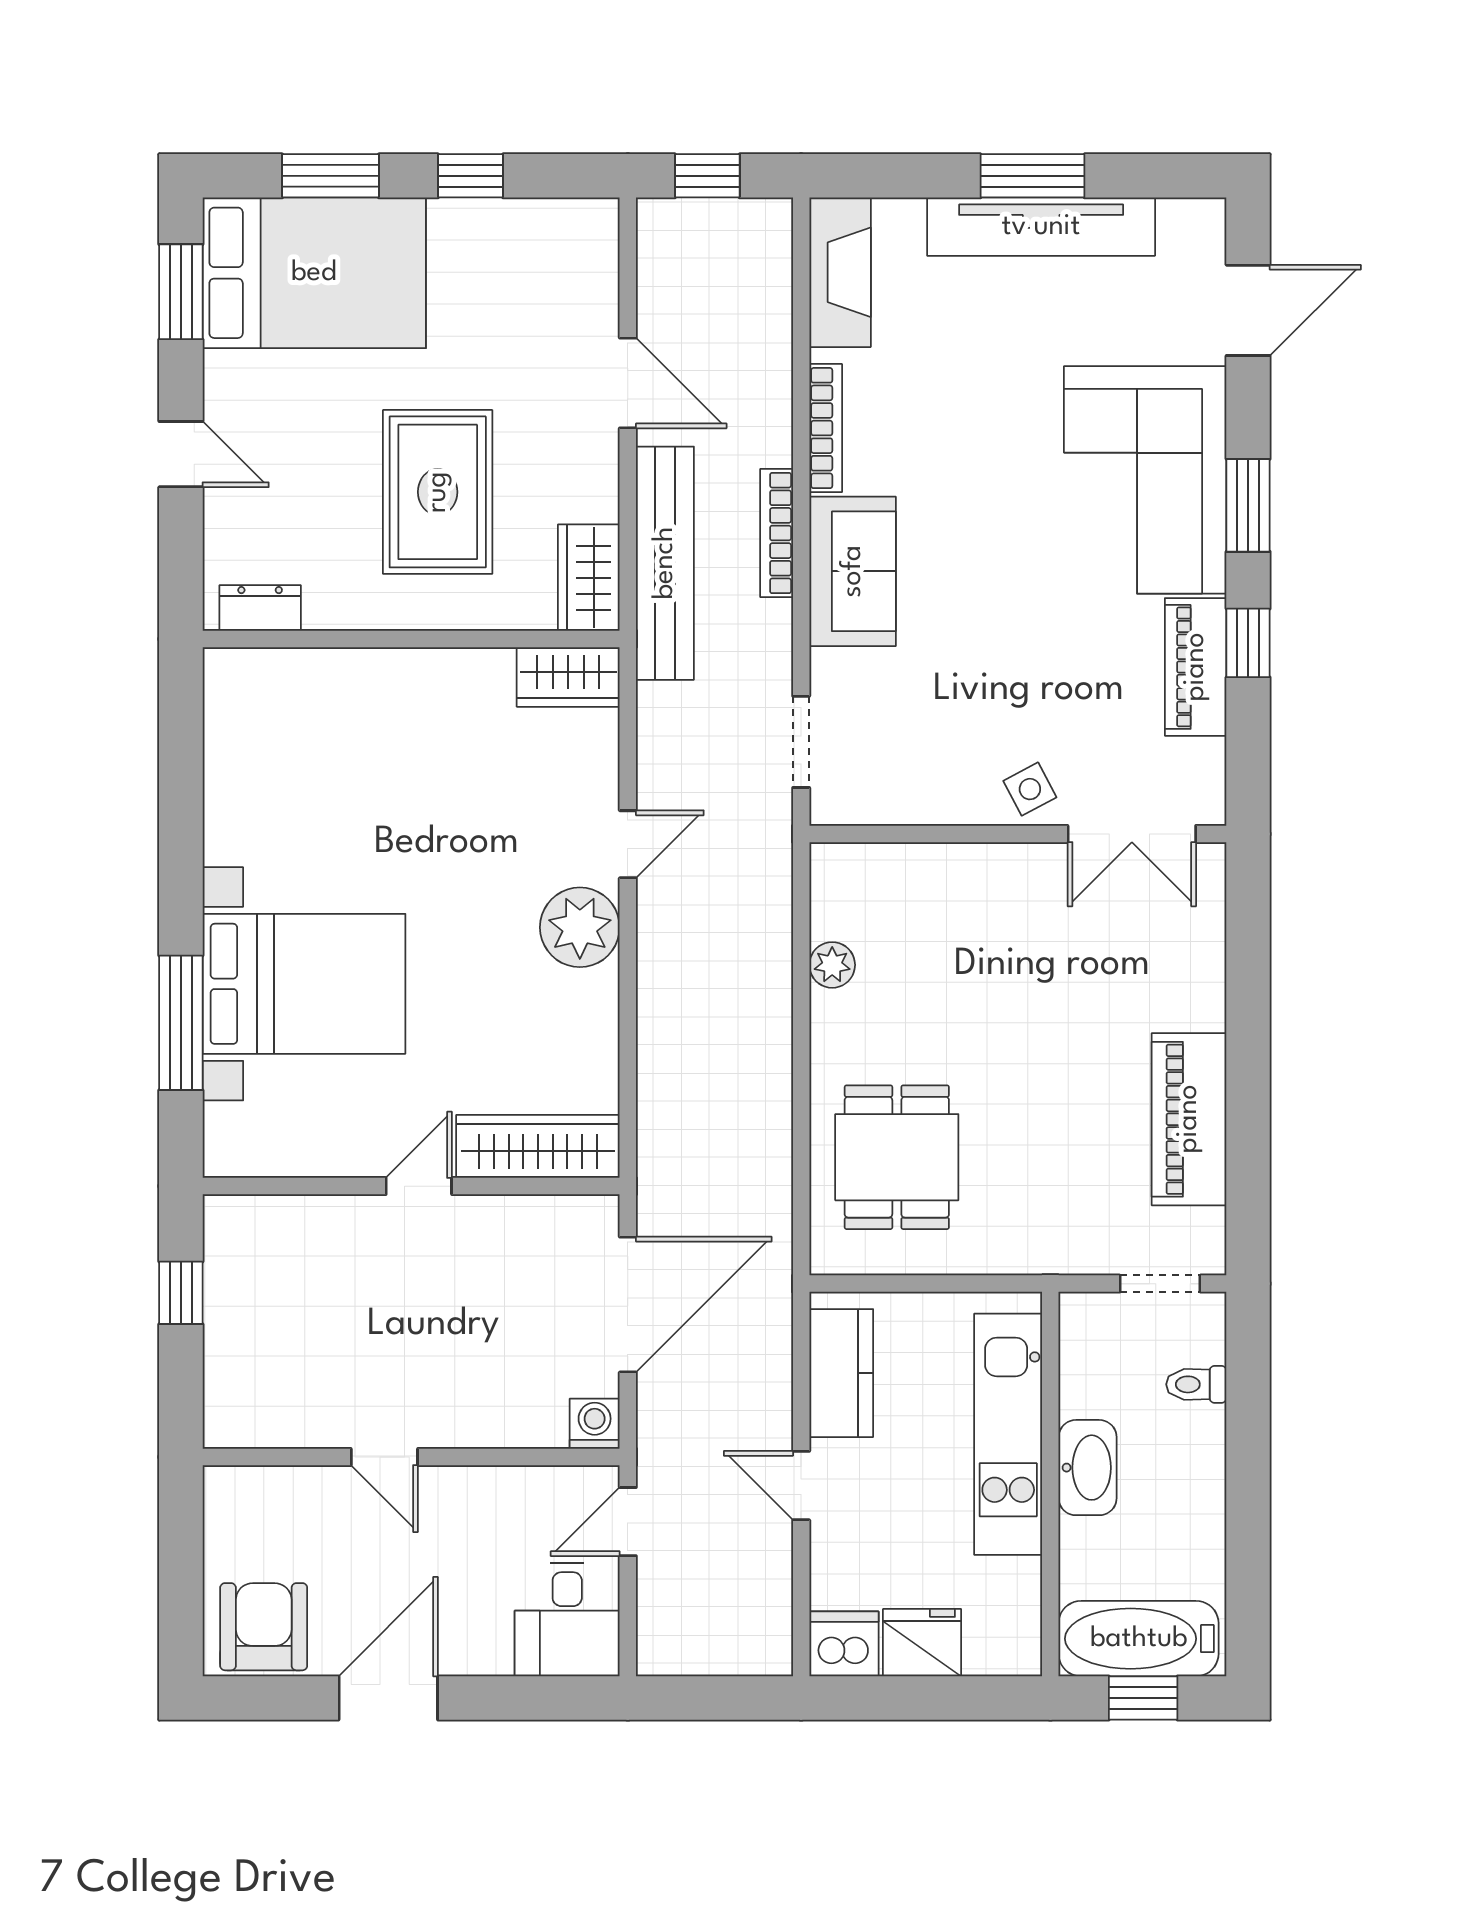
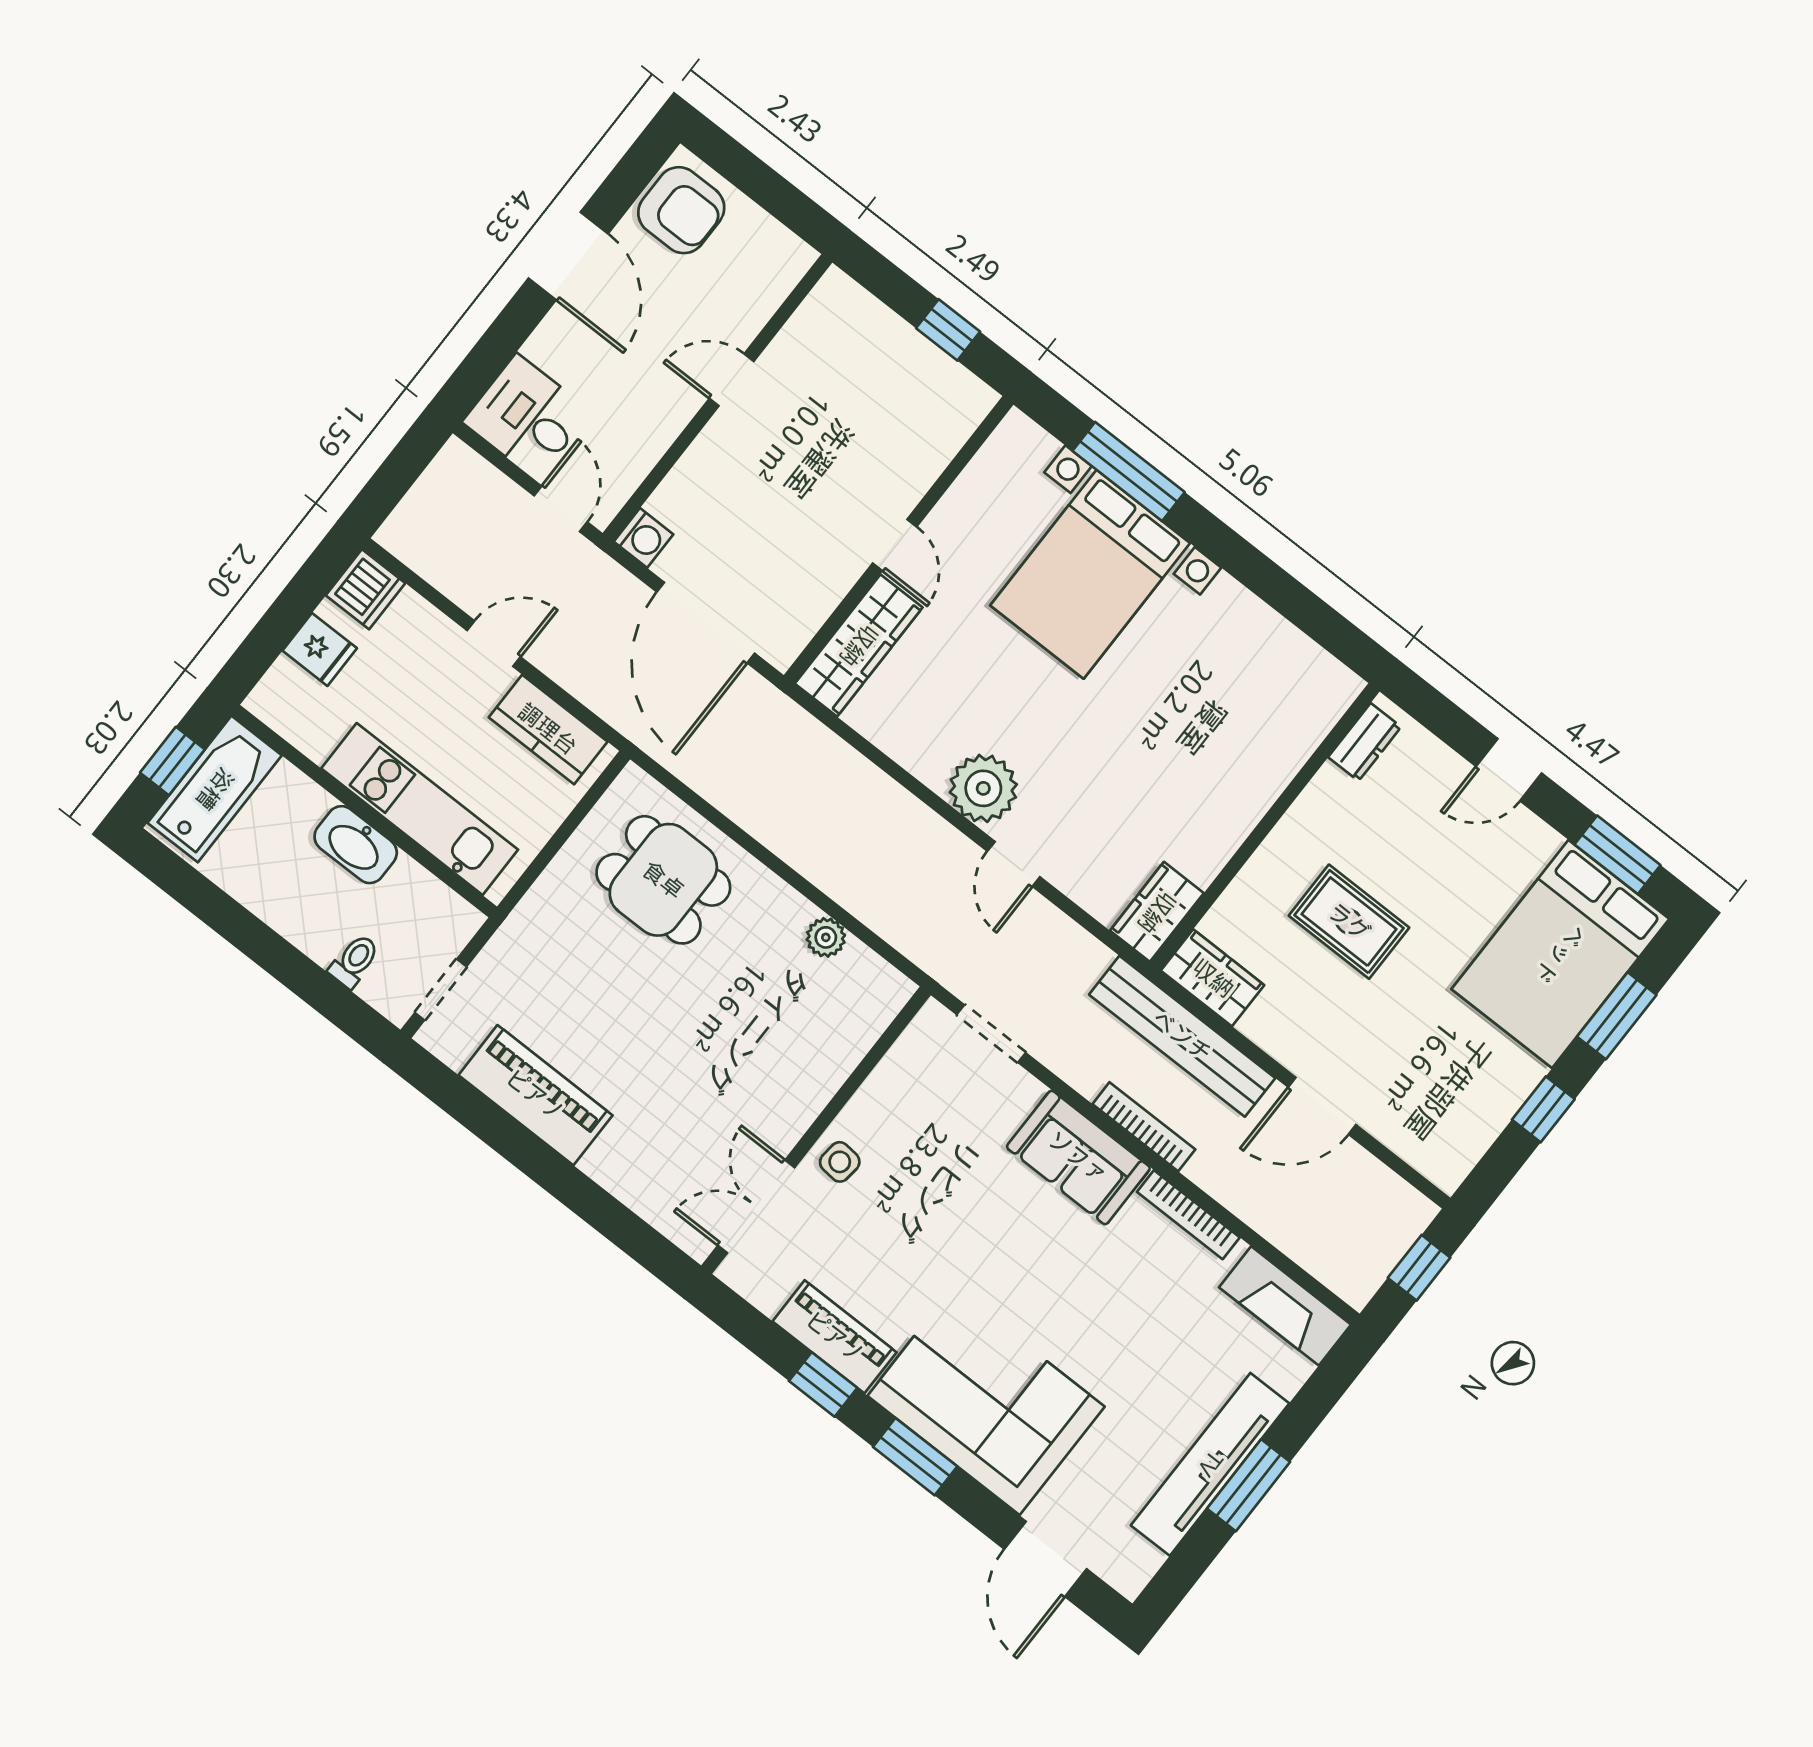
rug: (438, 492) -> (1349, 922), width x0.73, depth x0.70
side table: (1030, 789) -> (840, 1162), turned 34
fridge: (922, 1643) -> (320, 649), width x0.72

